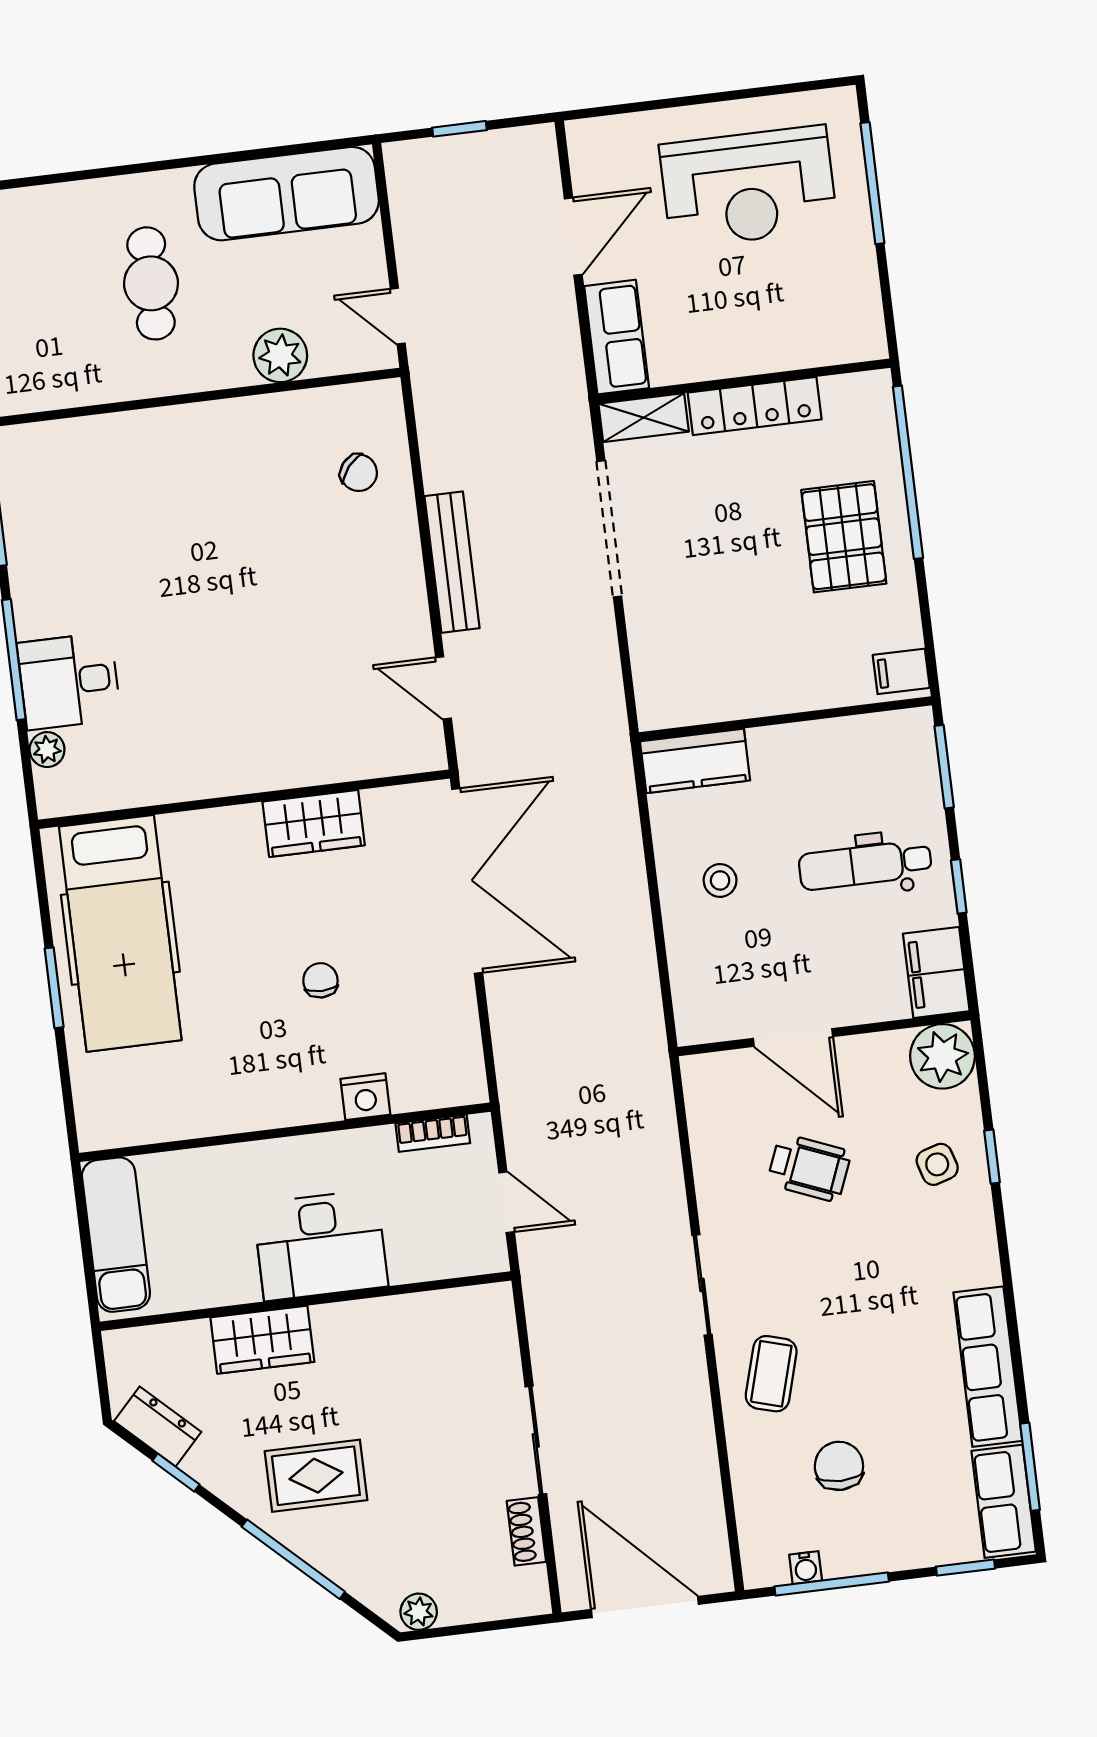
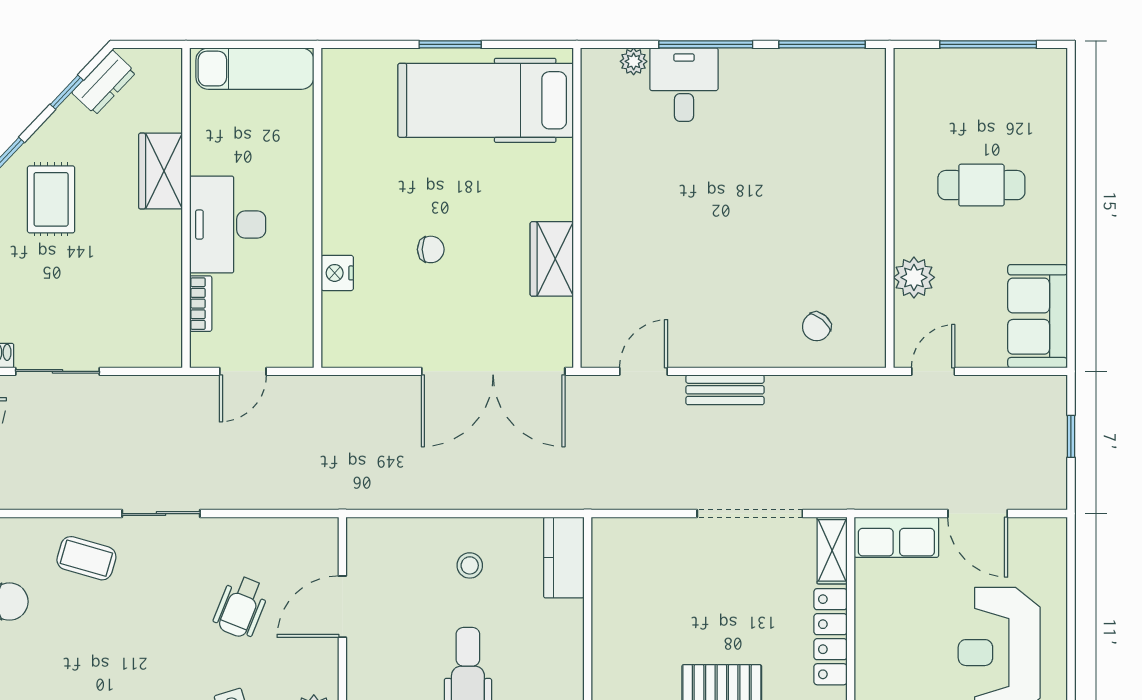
sofa: (287, 194) -> (1038, 316), width x0.73
bench: (452, 562) -> (725, 390), width x0.73
bookcase: (433, 1133) -> (201, 304), moved, turned 180

